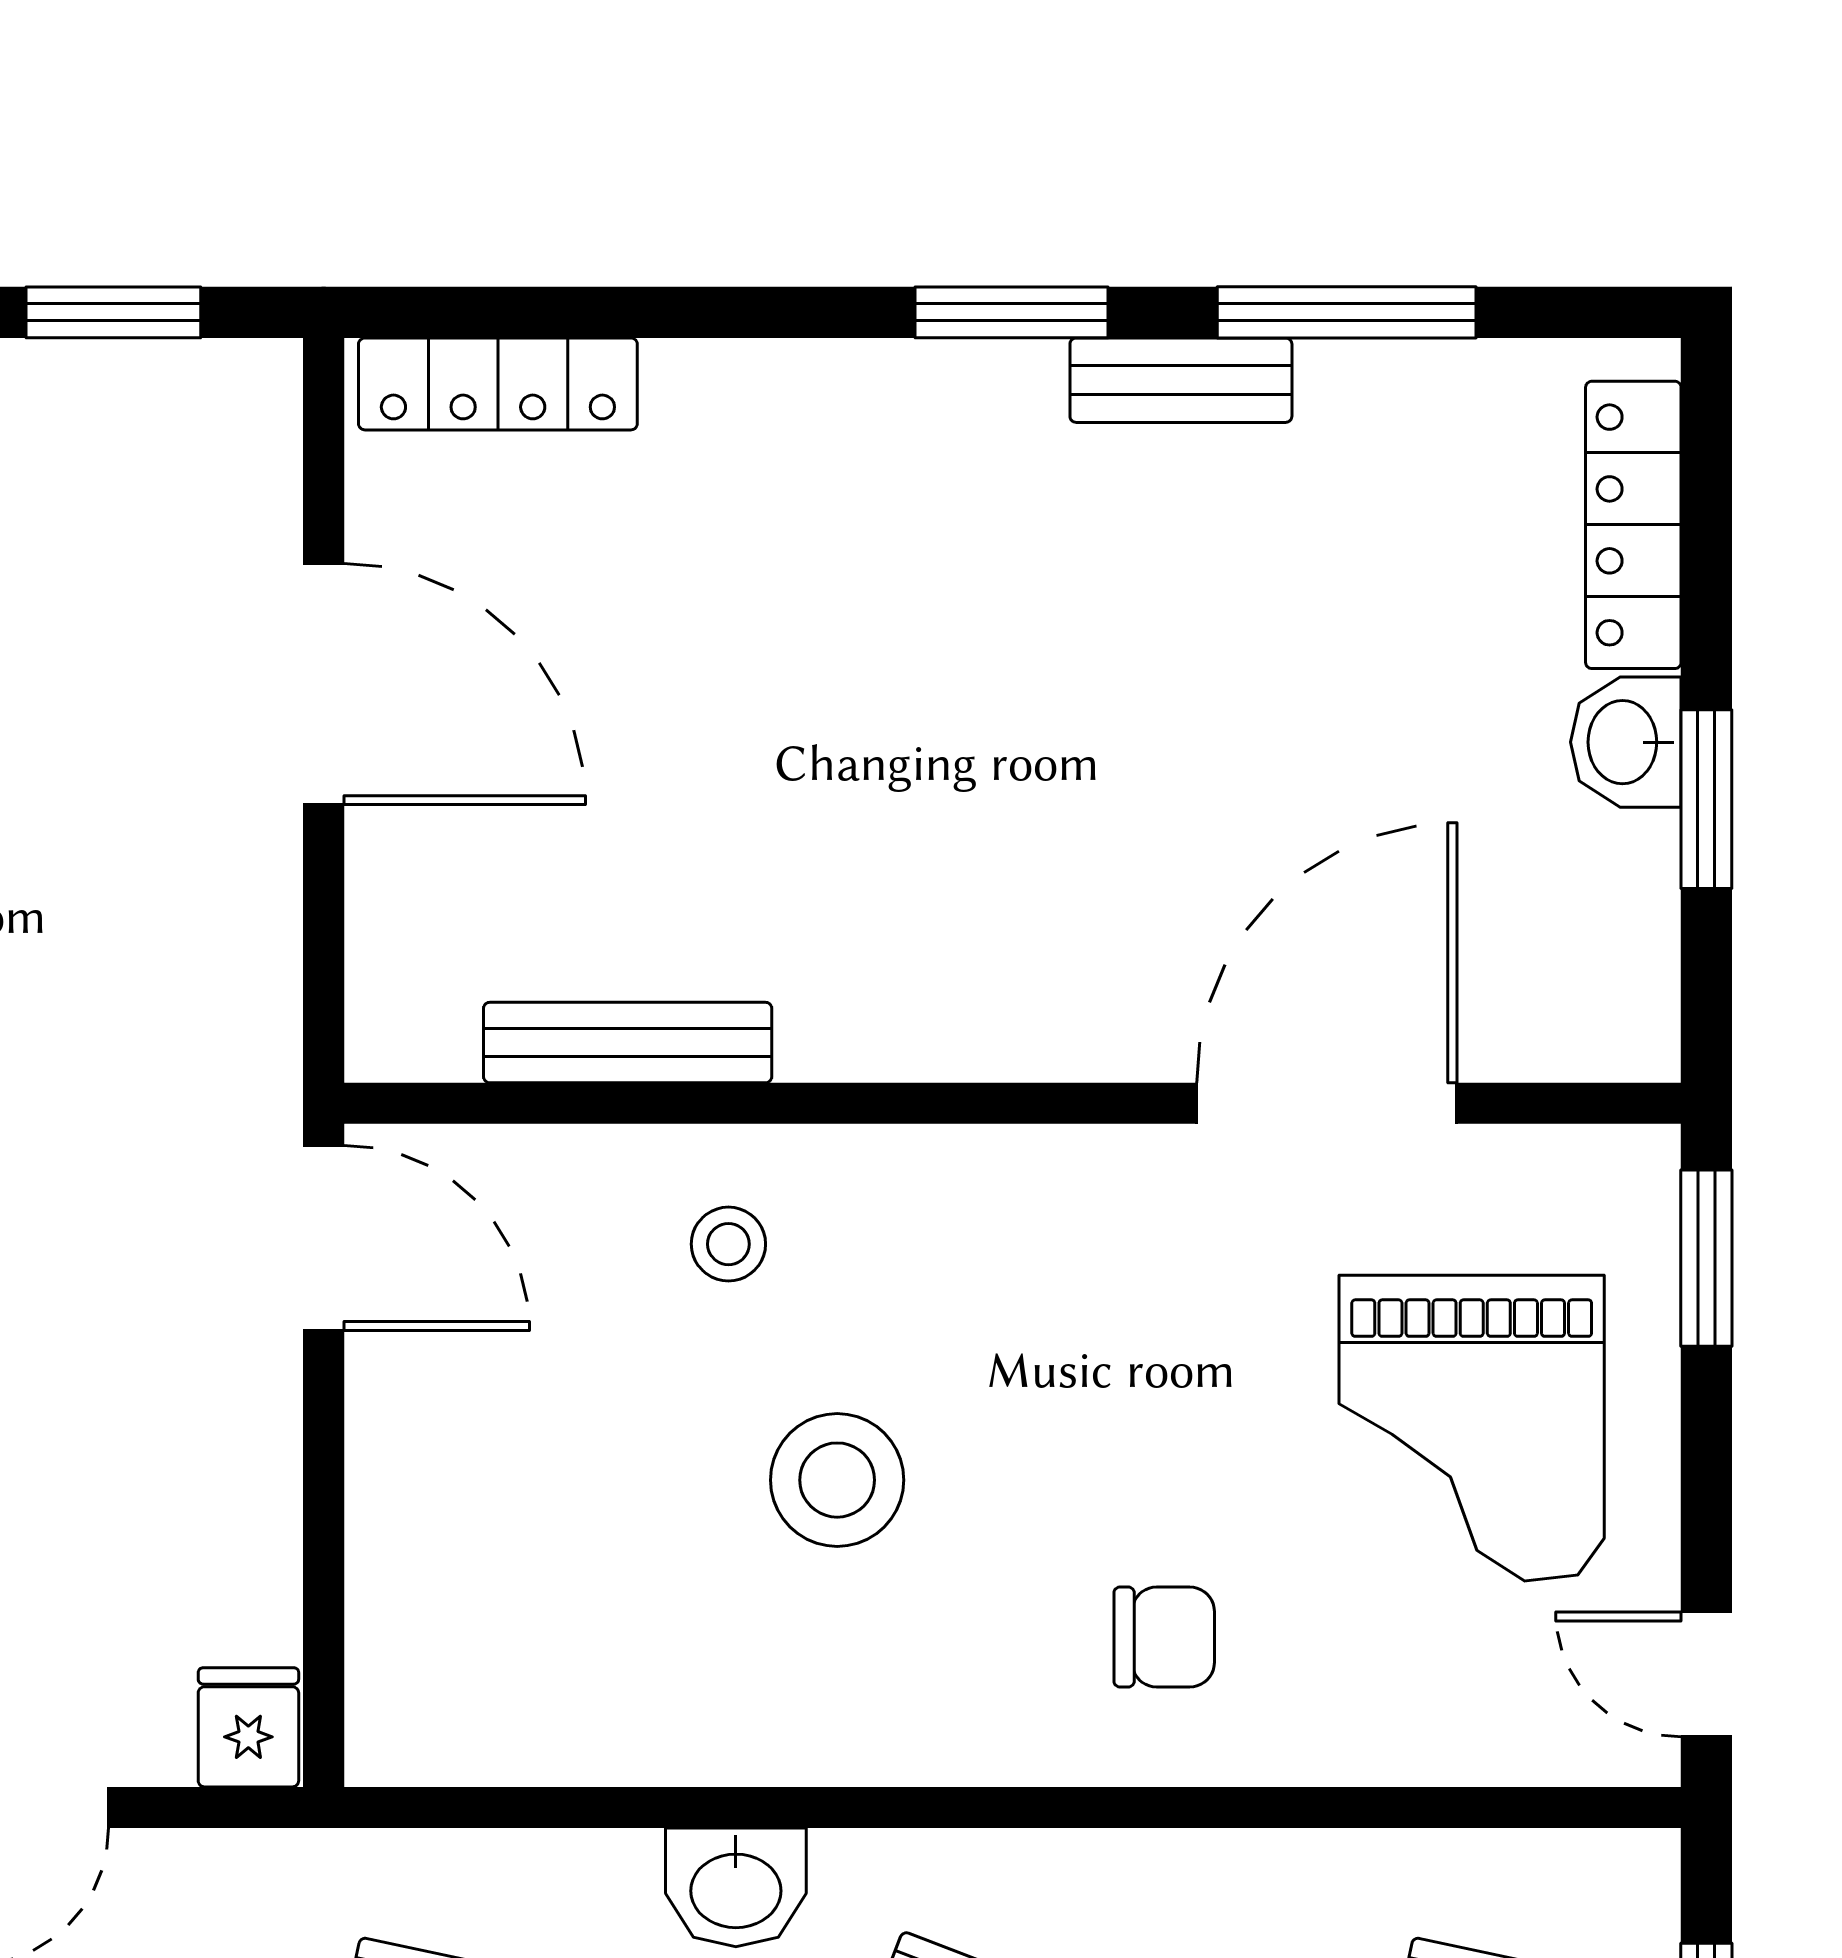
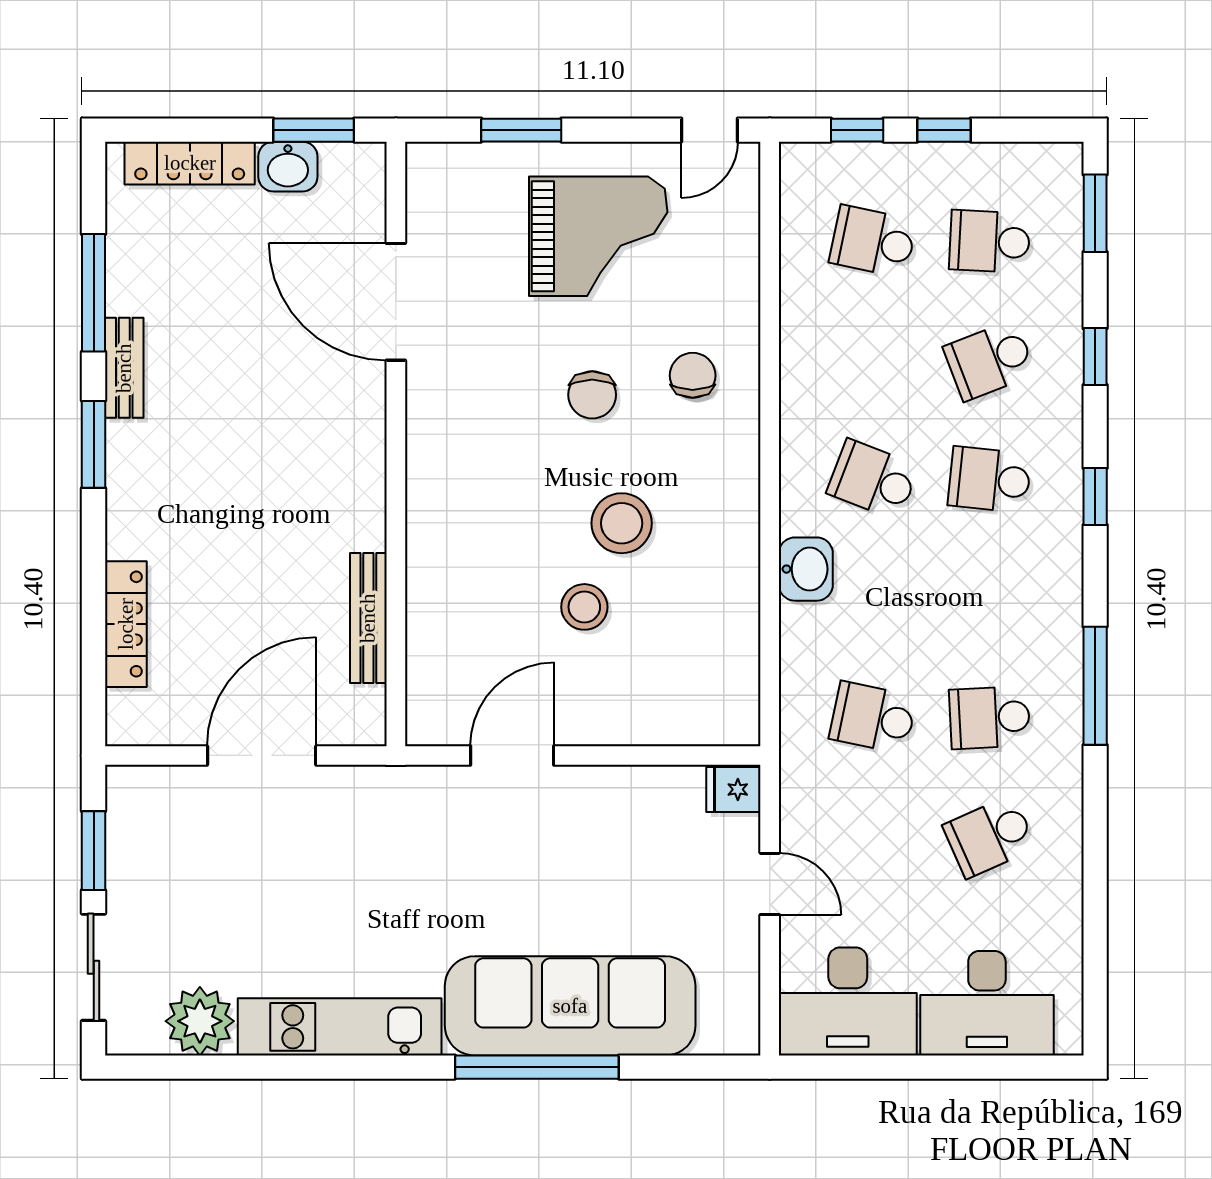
locker: (498, 384) -> (126, 624), moved
bench: (628, 1043) -> (368, 618), moved
wall: (1012, 1103) -> (396, 444), moved
door: (1327, 1103) -> (396, 302), moved
stool: (728, 1244) -> (584, 607), moved, width x1.37, depth x1.37
chair: (1121, 1415) -> (592, 395), added

